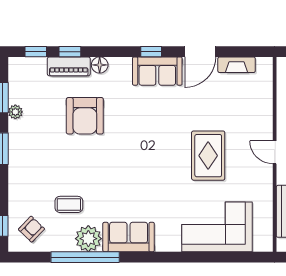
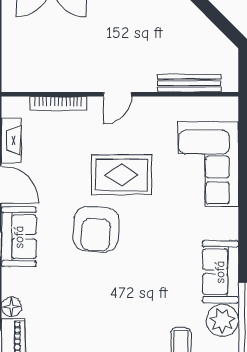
bookcase: (267, 103) -> (58, 104), added
armchair: (85, 116) -> (96, 229), moved, turned 94

